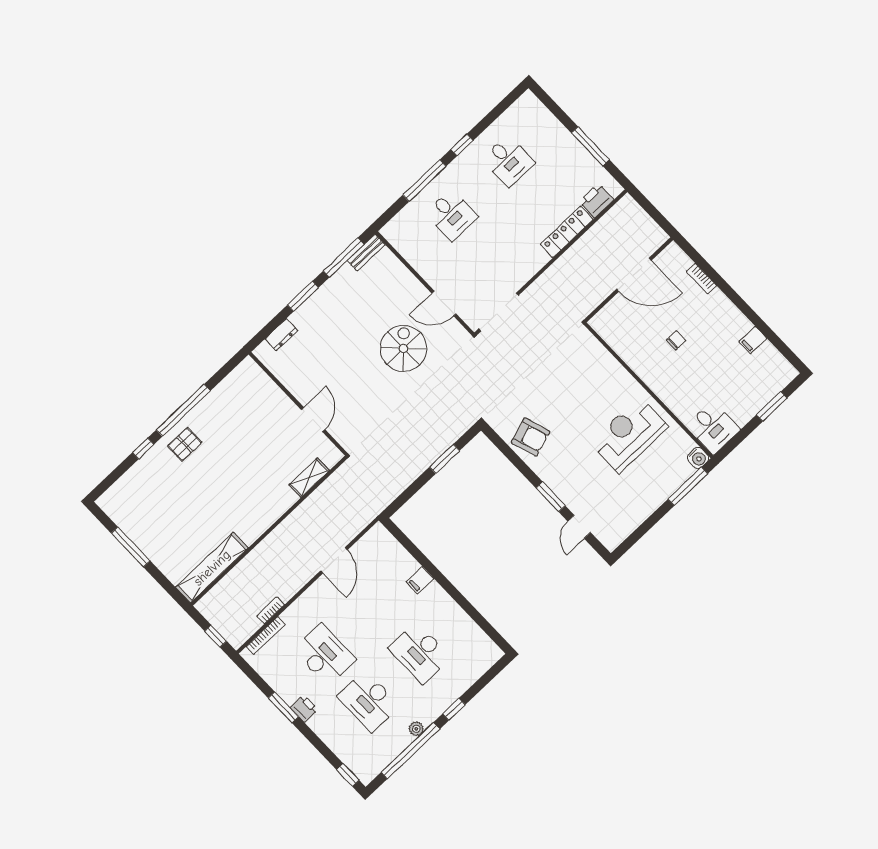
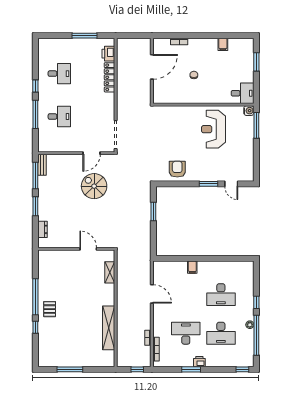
armchair: (531, 437) -> (177, 169), turned -72
shelving: (212, 568) -> (109, 328), moved

